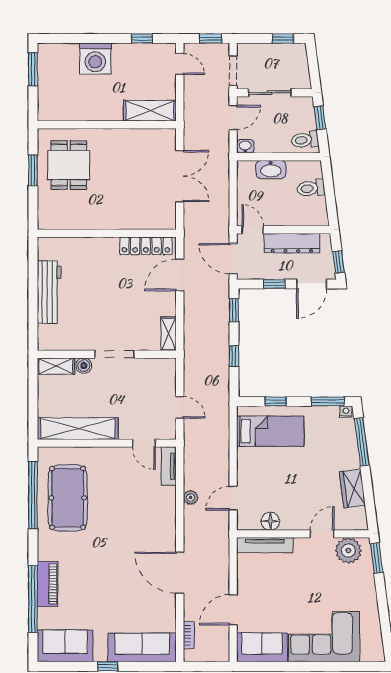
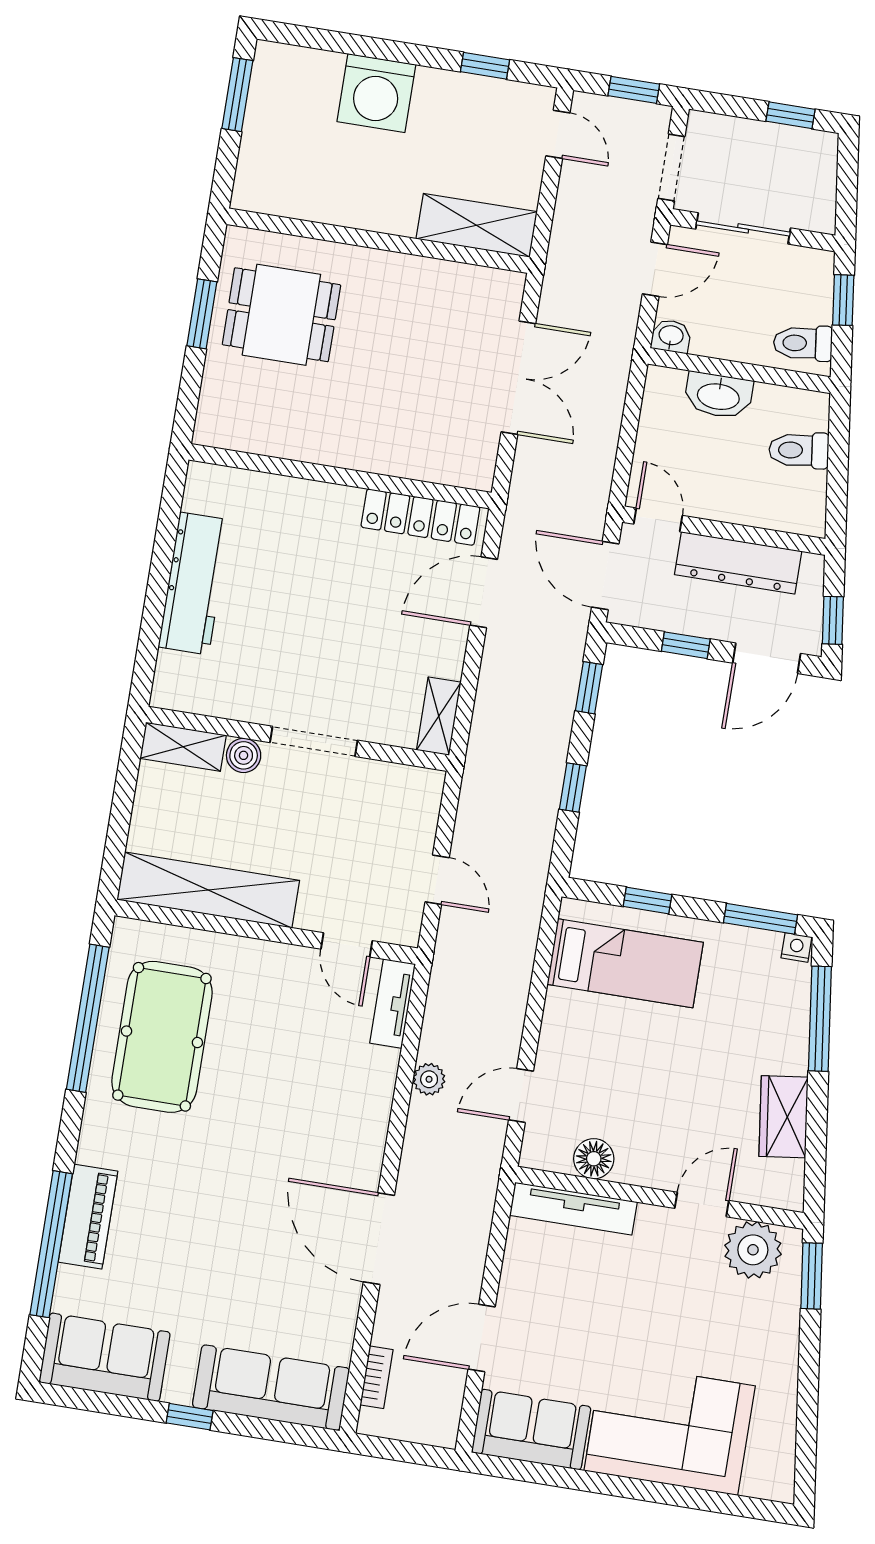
dining table: (69, 165) -> (281, 315), turned 90

